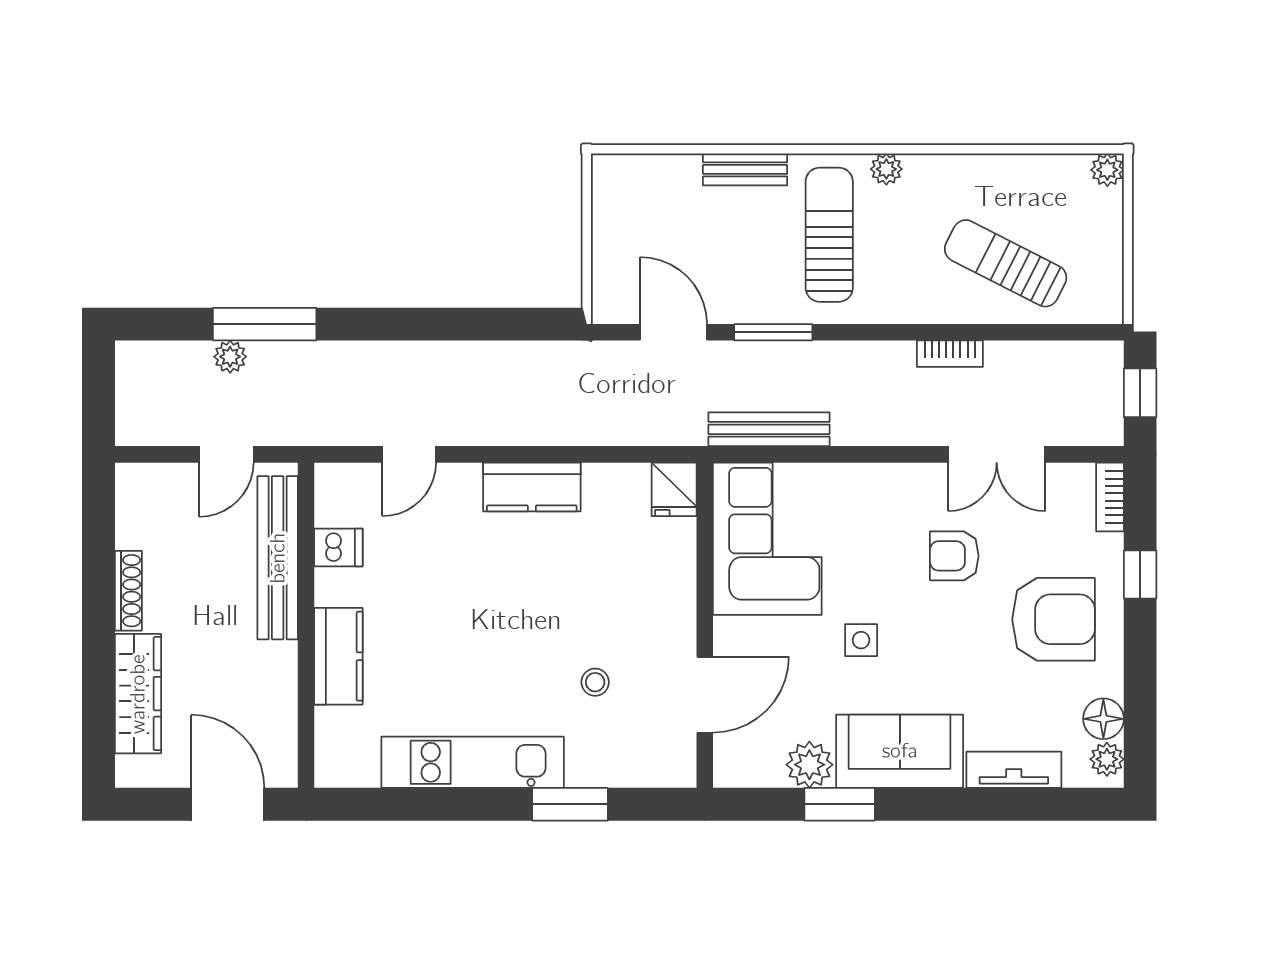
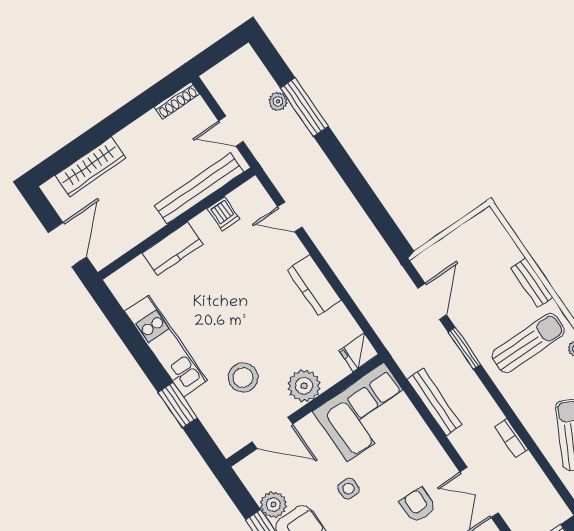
bench: (769, 429) -> (435, 402), moved
shoe rack: (128, 591) -> (177, 101), moved
plant: (668, 602) -> (304, 386), added
stool: (595, 682) -> (243, 377), width x1.89, depth x1.89

